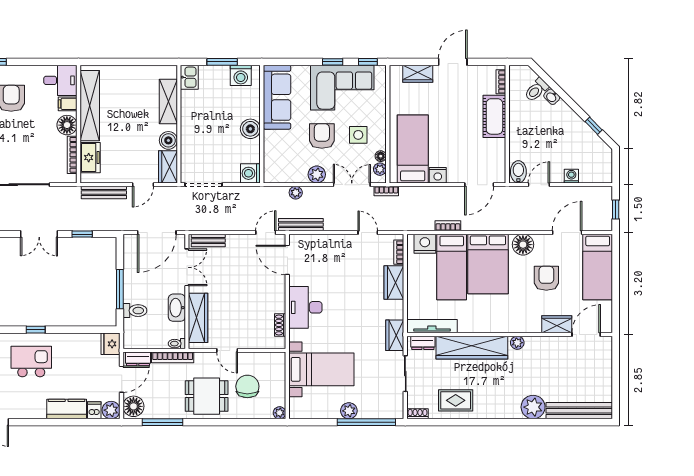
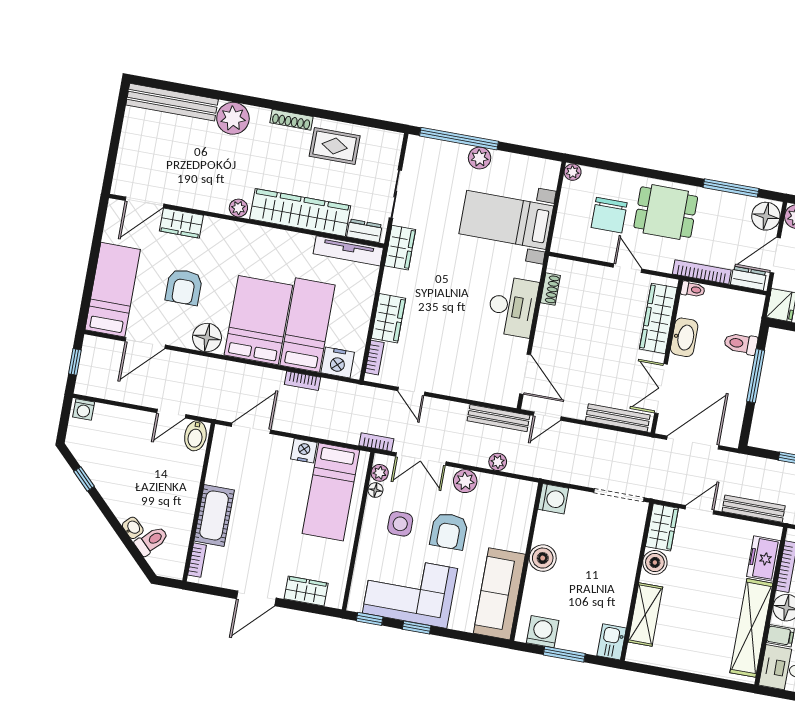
washing machine: (571, 176) -> (84, 410), moved
bench: (208, 240) -> (618, 418), width x1.36
shoe rack: (418, 414) -> (291, 120), moved, width x1.43

